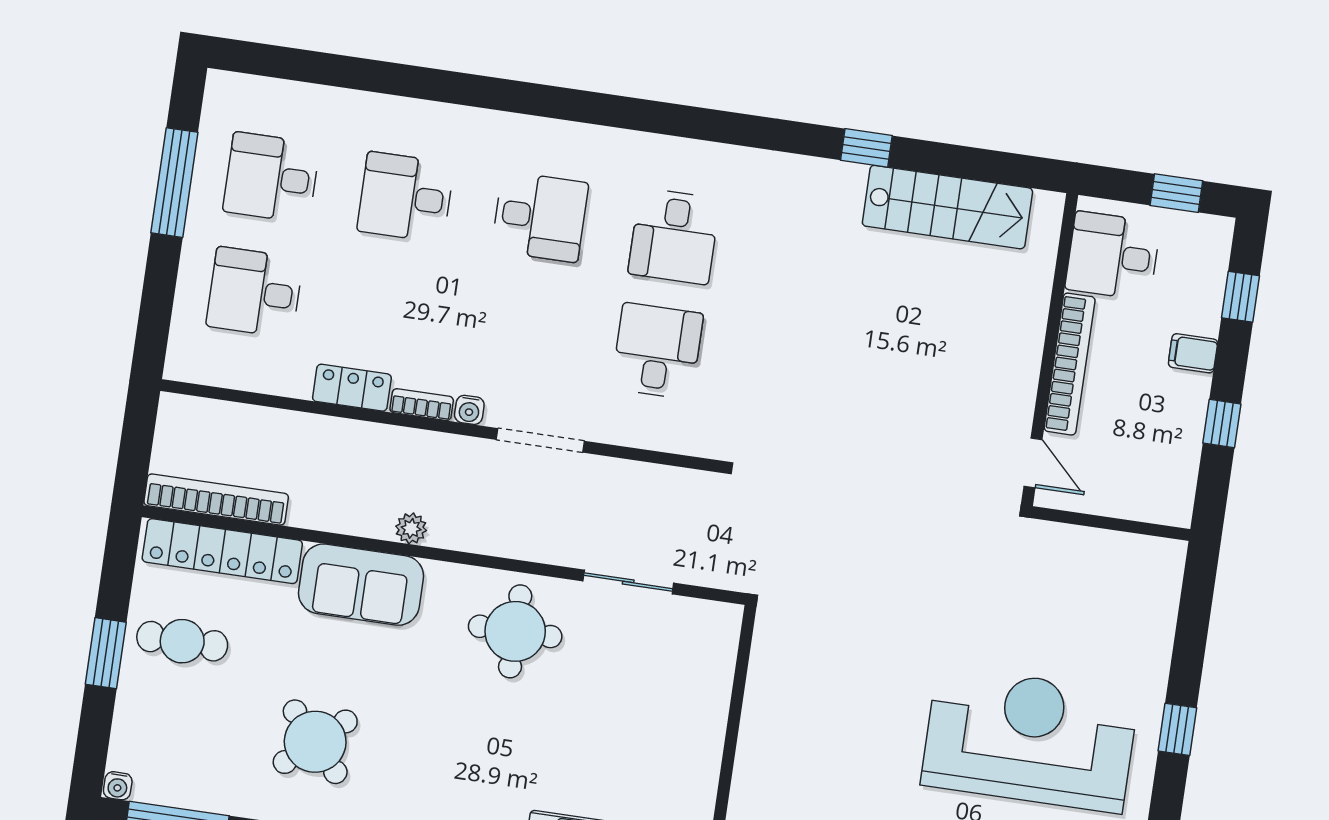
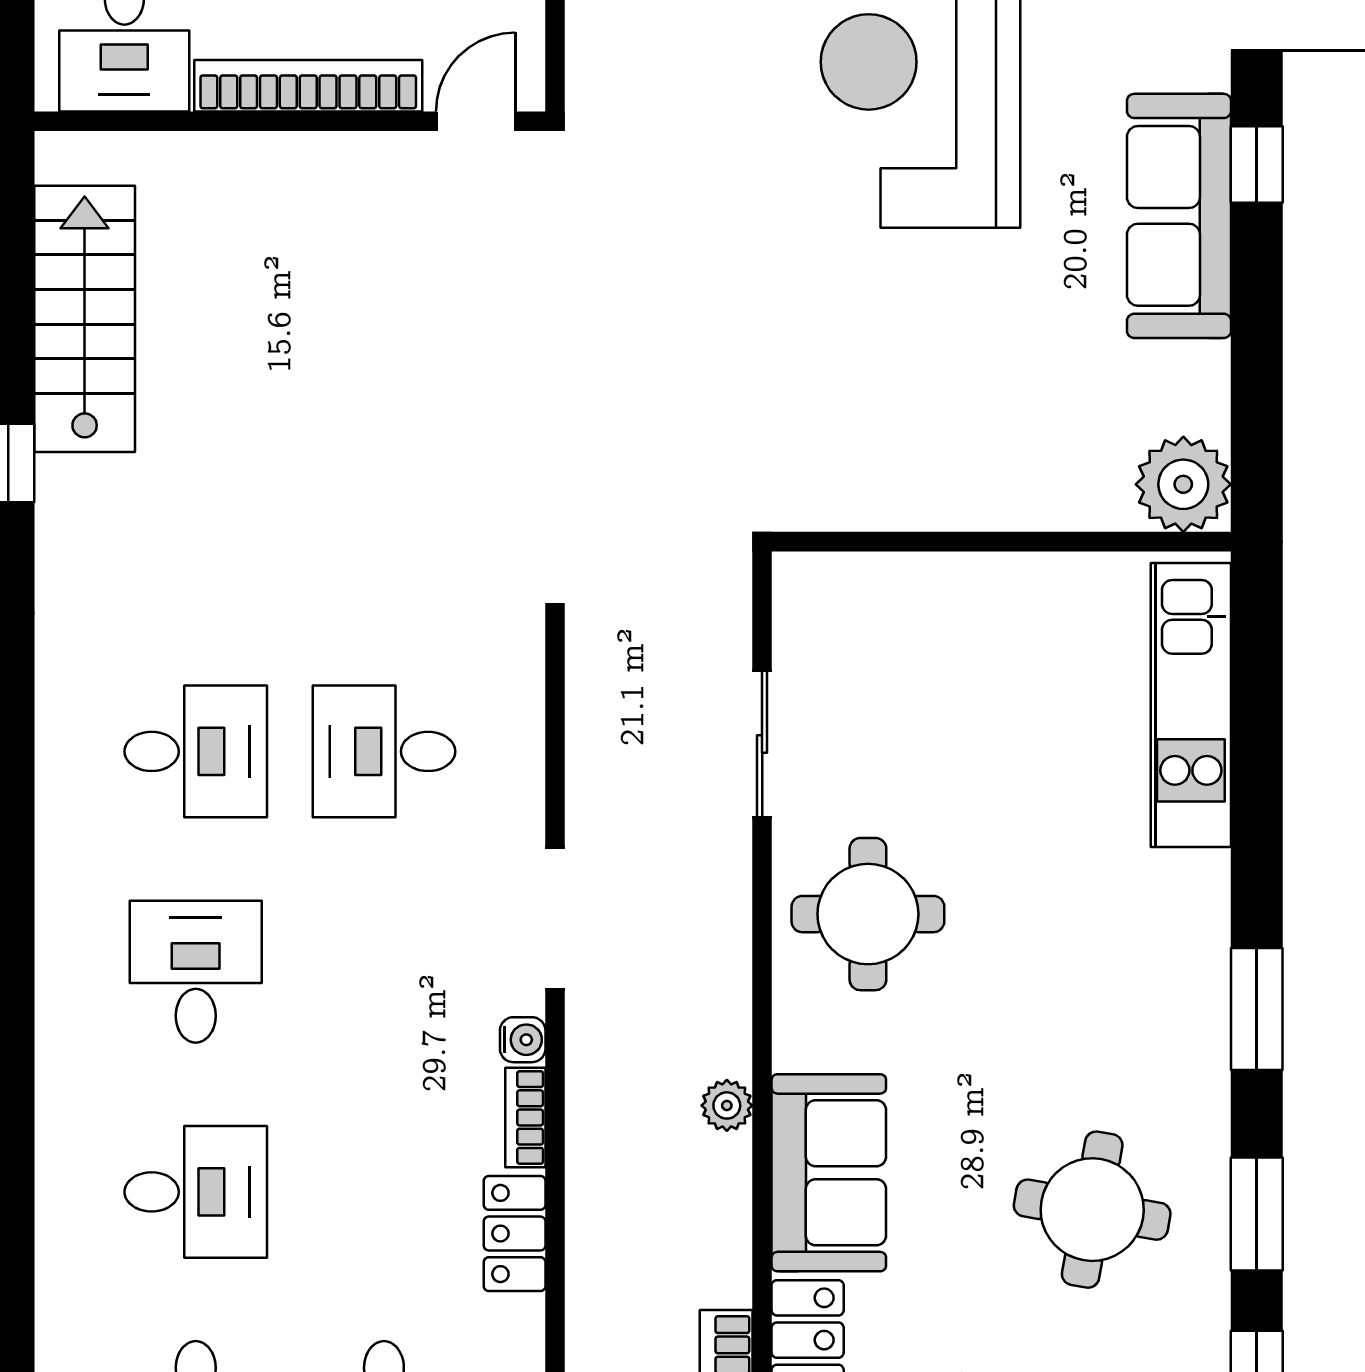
desk: (406, 197) -> (196, 1192), turned -90
round table: (315, 742) -> (1092, 1210), turned -38

